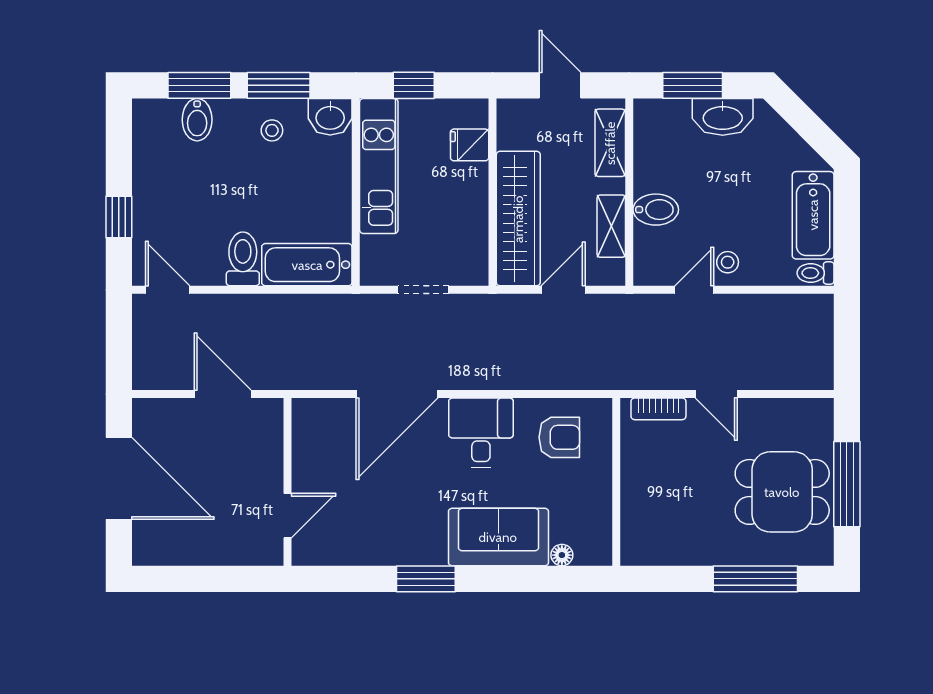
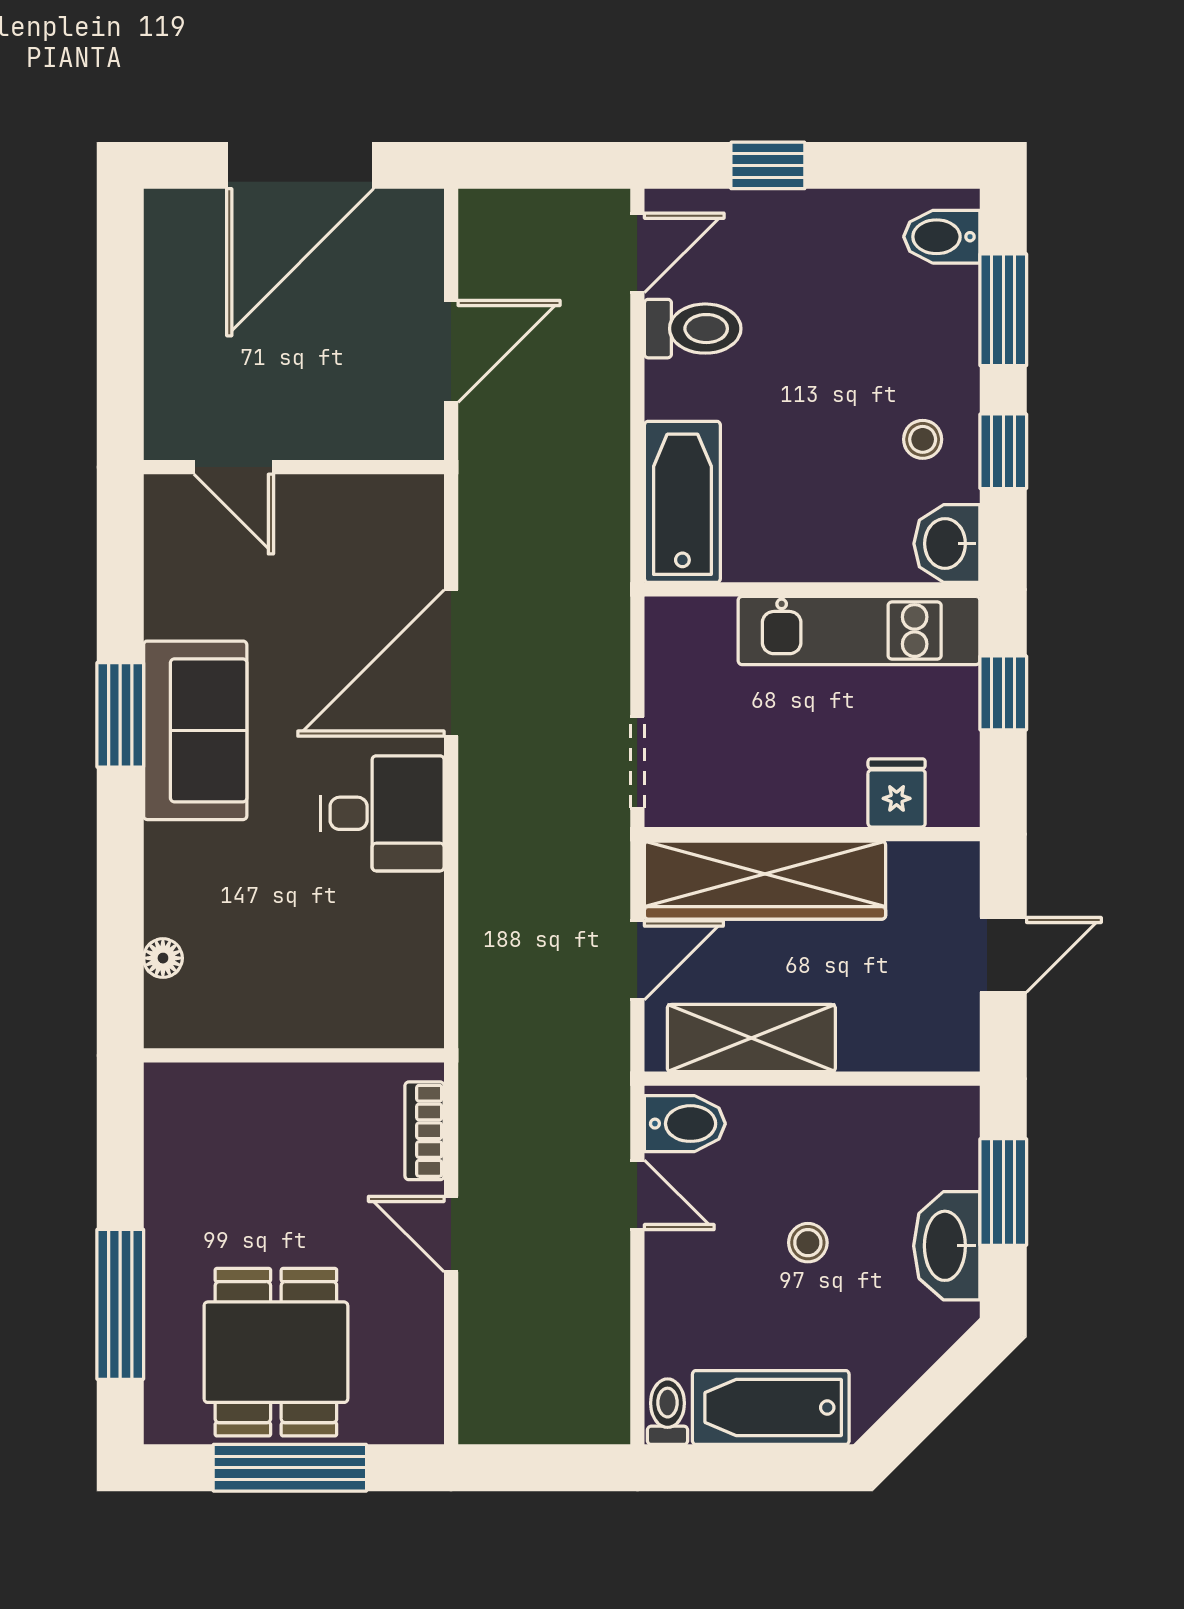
window: (279, 85) -> (1003, 451), width x0.67
bidet: (197, 120) -> (942, 237), moved
shelving: (610, 143) -> (901, 1045), removed
bidet: (656, 210) -> (685, 1124), moved, turned -90
shelving: (611, 226) -> (751, 1038), width x1.50, depth x1.33
toilet: (243, 259) -> (693, 329), moved
stool: (728, 262) -> (808, 1243), moved
doorway: (423, 290) -> (637, 762), moved
door: (563, 290) -> (637, 960), hinge flipped
door: (397, 394) -> (451, 663), hinge flipped
door: (716, 394) -> (451, 1234), hinge flipped
armchair: (559, 437) -> (374, 953), removed
sofa: (498, 537) -> (195, 730), moved

